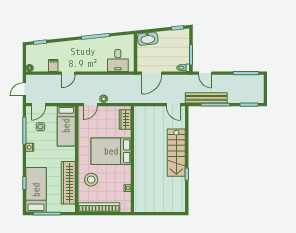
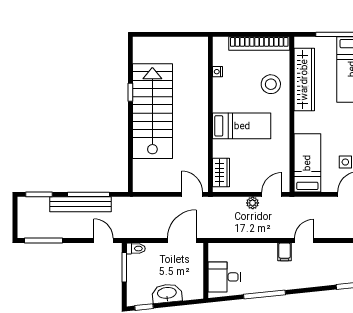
washbasin: (148, 39) -> (167, 293), moved
desk: (118, 61) -> (224, 277), moved, turned -90
filing cabinet: (53, 65) -> (285, 252), moved
bench: (206, 98) -> (81, 204), moved
door: (173, 105) -> (192, 194), moved
bed: (111, 151) -> (242, 126), width x0.67
stairs: (176, 153) -> (152, 111), width x1.36, depth x1.51

